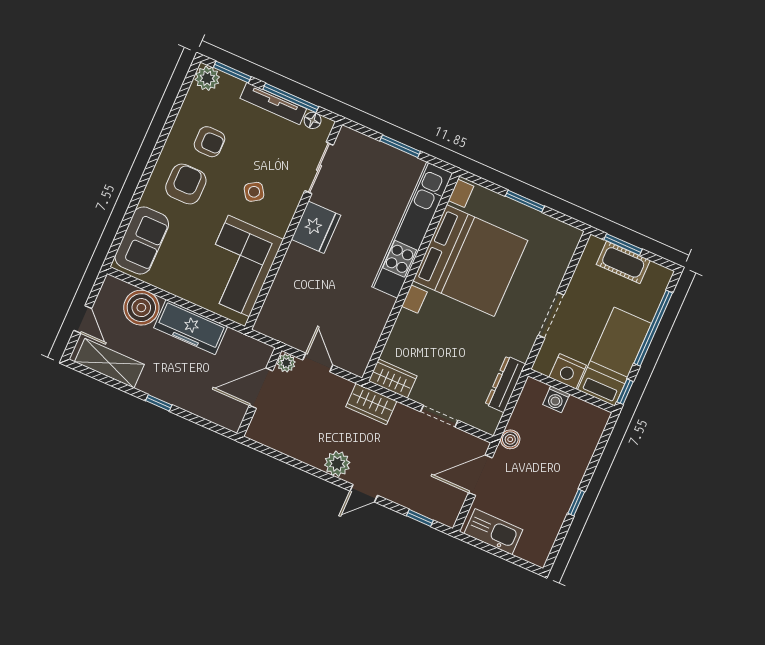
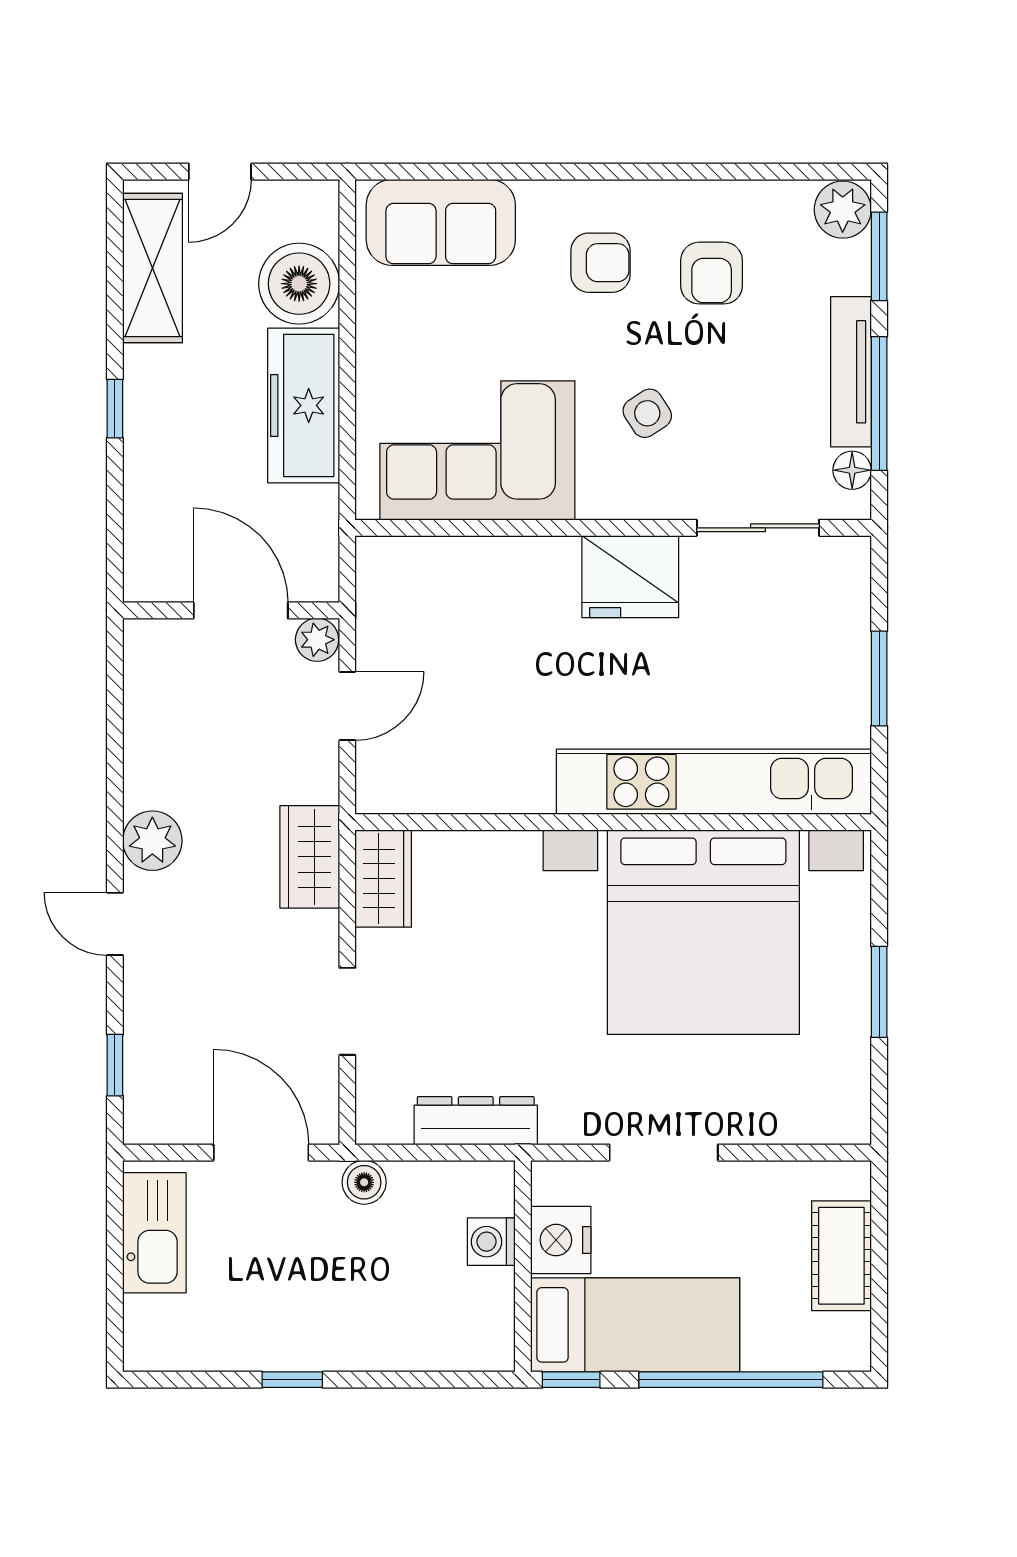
armchair: (186, 184) -> (601, 263), width x0.72, depth x0.72
window: (623, 244) -> (879, 1239), removed

